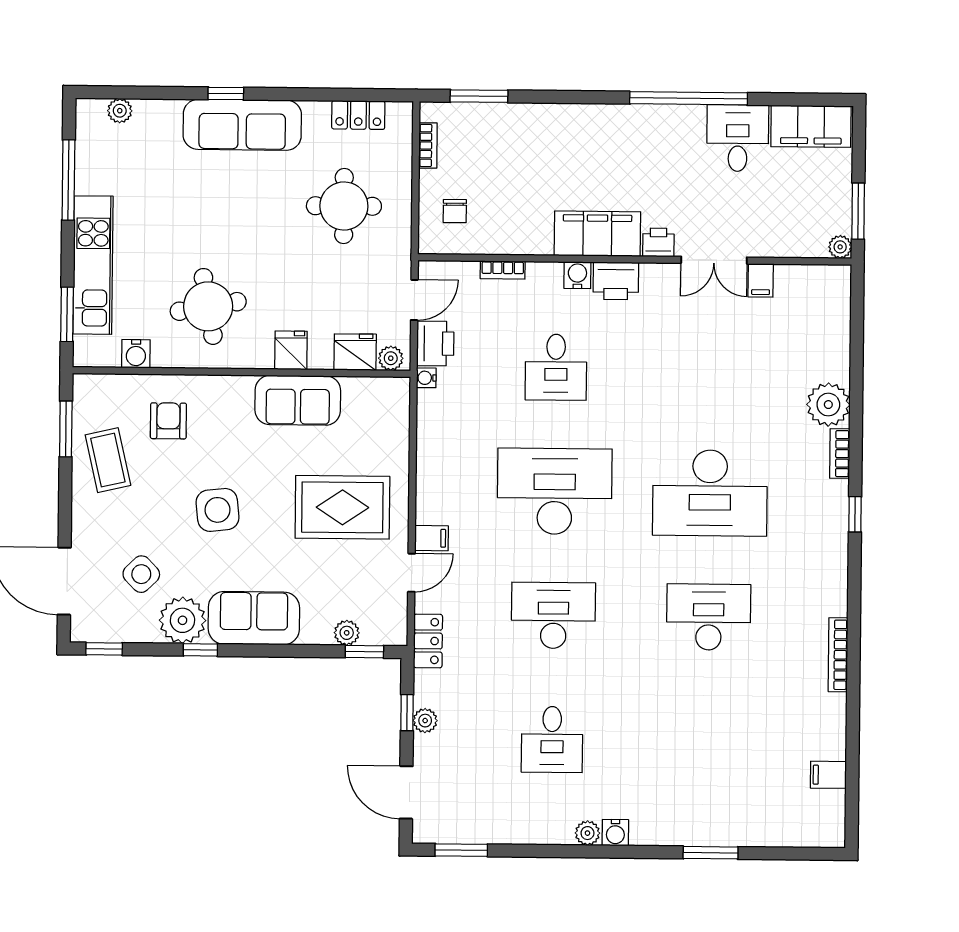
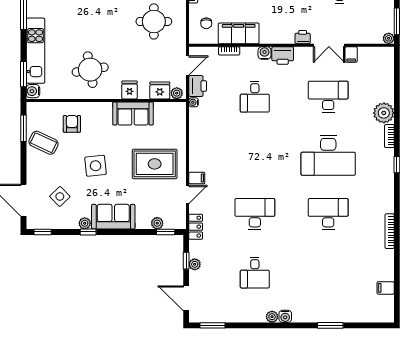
filing cabinet: (597, 234) -> (239, 33), moved
water cooler: (136, 354) -> (33, 91), moved, turned 90
coffee table: (108, 460) -> (44, 143), turned -52
desk: (555, 491) -> (328, 97), moved, width x0.73, depth x0.77
plant: (183, 620) -> (85, 223), width x0.53, depth x0.53

